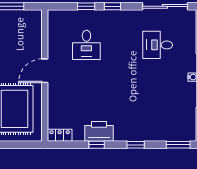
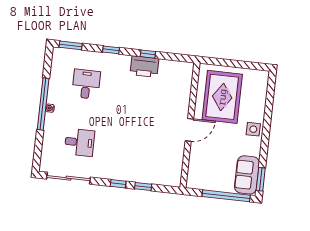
desk: (86, 45) -> (86, 84), moved
locker: (60, 135) -> (182, 67), removed

